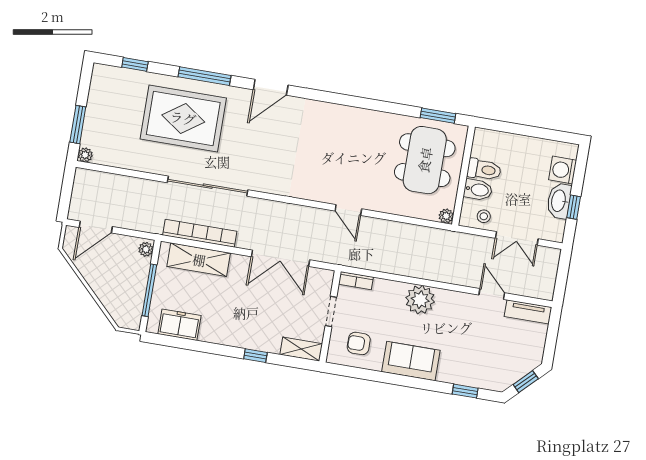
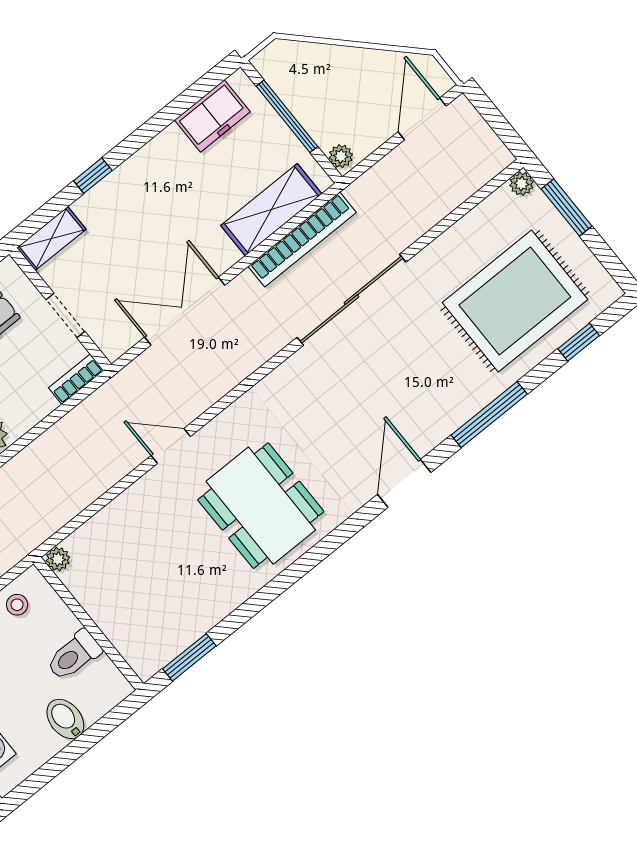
rug: (183, 118) -> (515, 301), moved
dining table: (425, 160) -> (261, 506), moved
bidet: (478, 190) -> (65, 719), moved, turned 90

